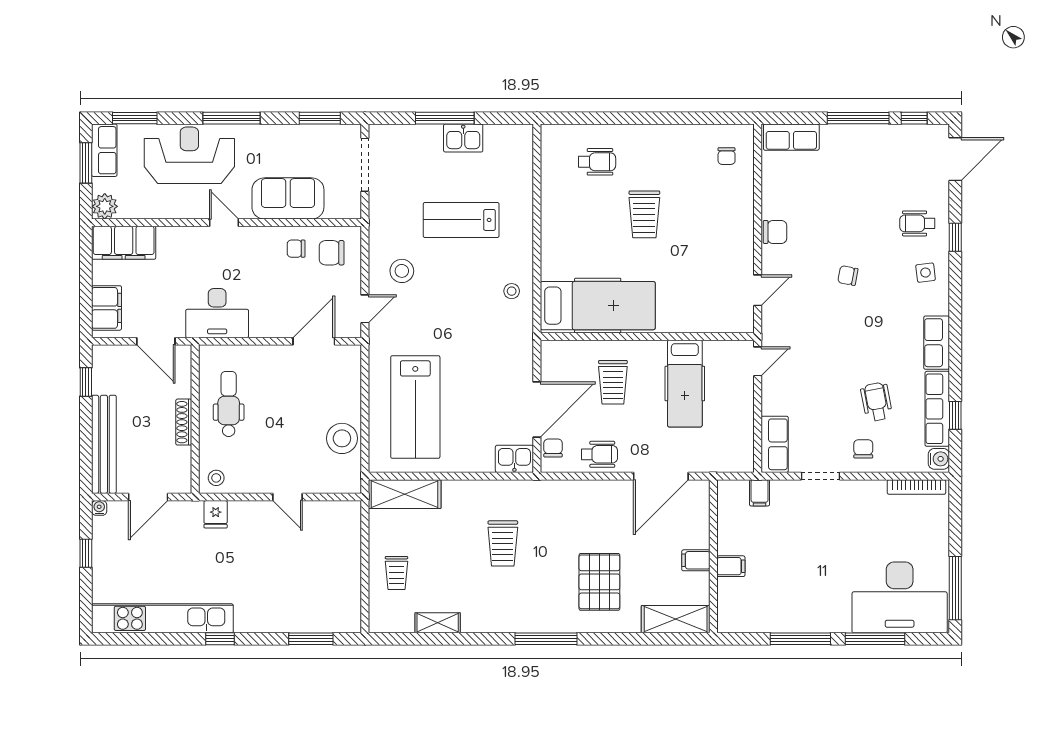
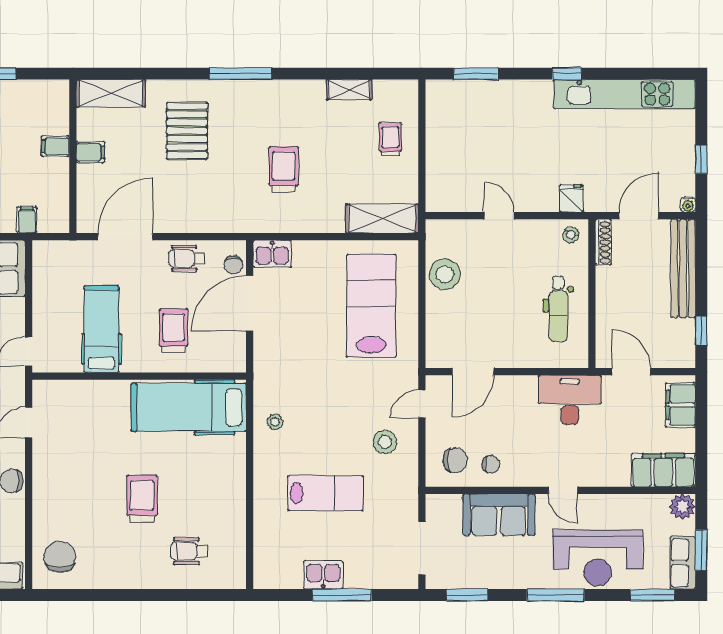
chair: (727, 156) -> (60, 557), width x1.87, depth x1.87
shoe rack: (184, 422) -> (603, 242), moved

